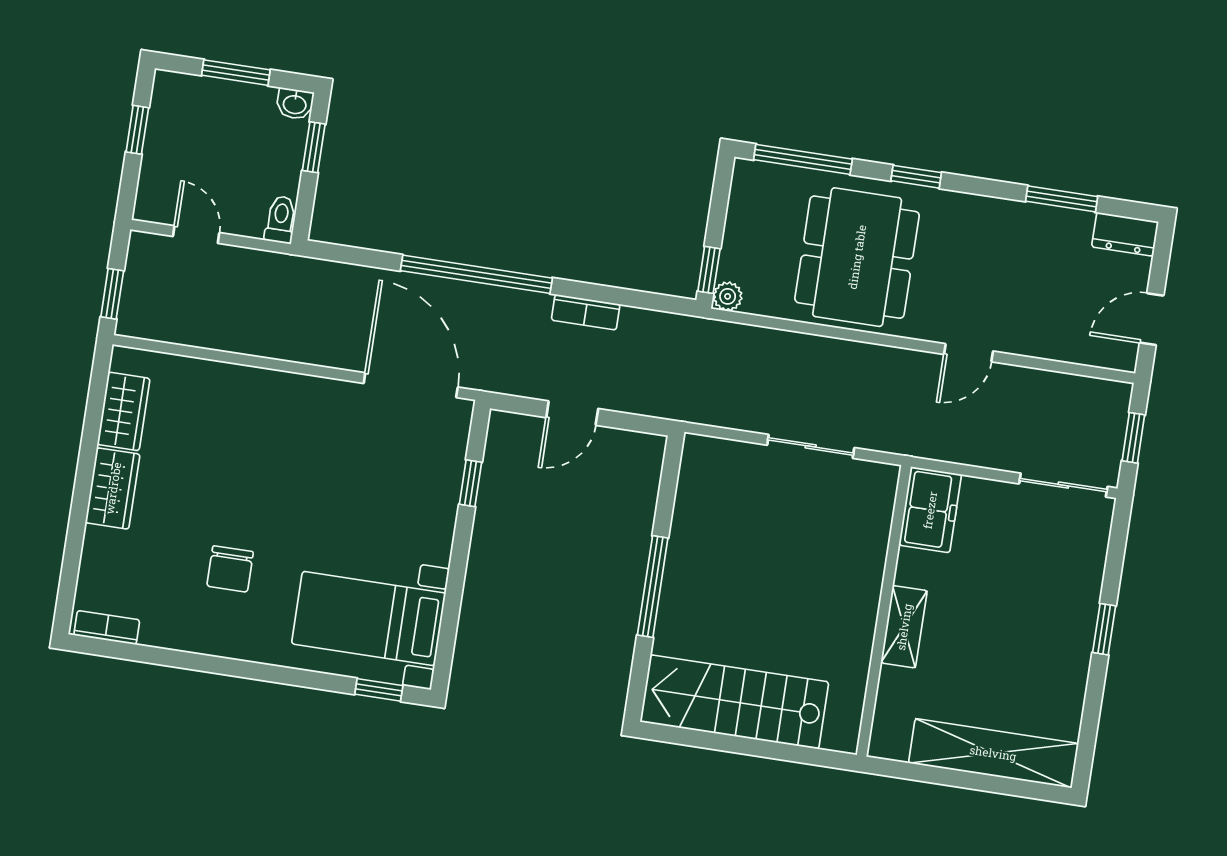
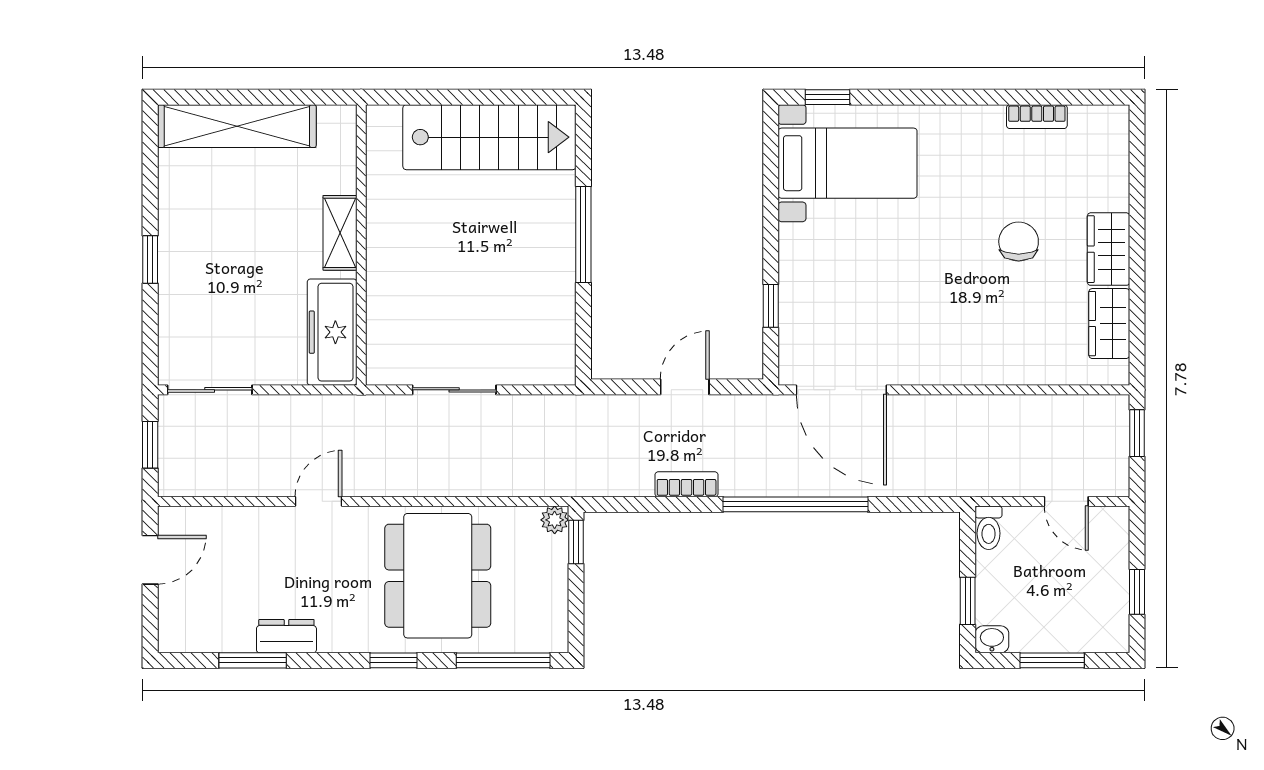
dresser: (1125, 234) -> (286, 636), moved
freezer: (930, 510) -> (332, 332), width x1.40
chair: (230, 569) -> (1019, 242), moved
bookcase: (107, 628) -> (1037, 117), moved

